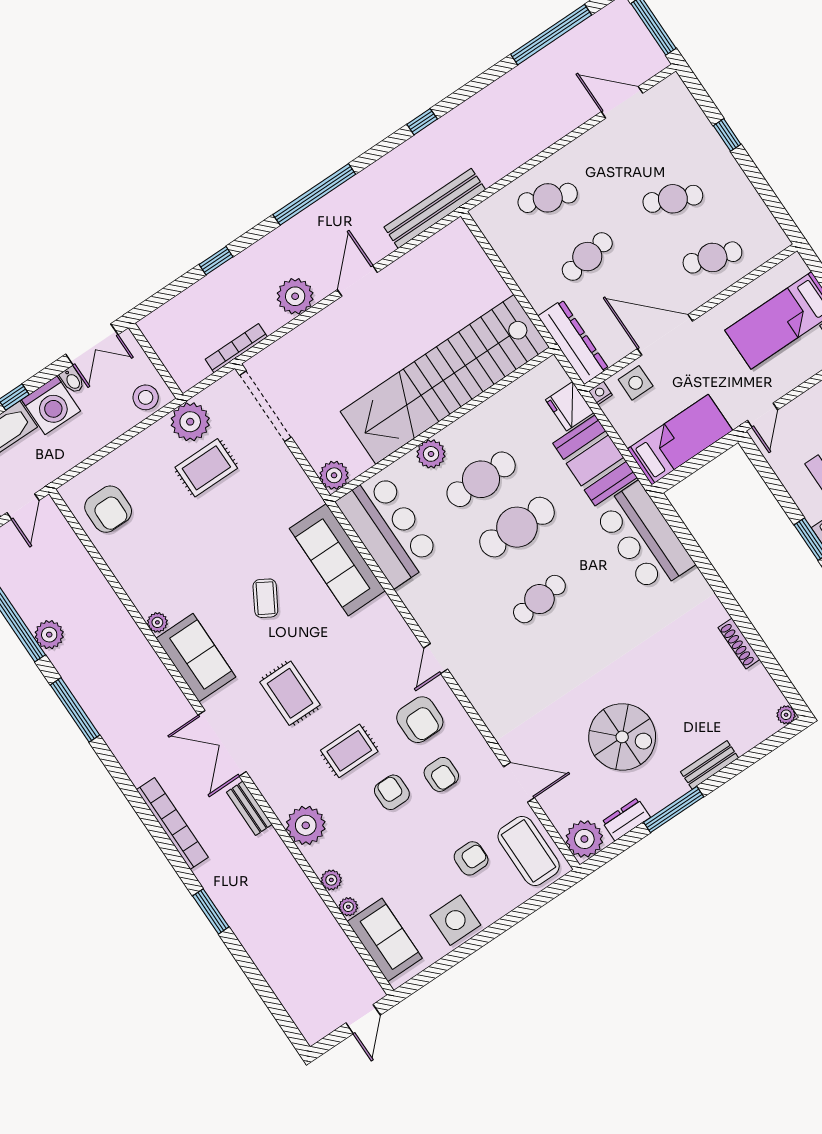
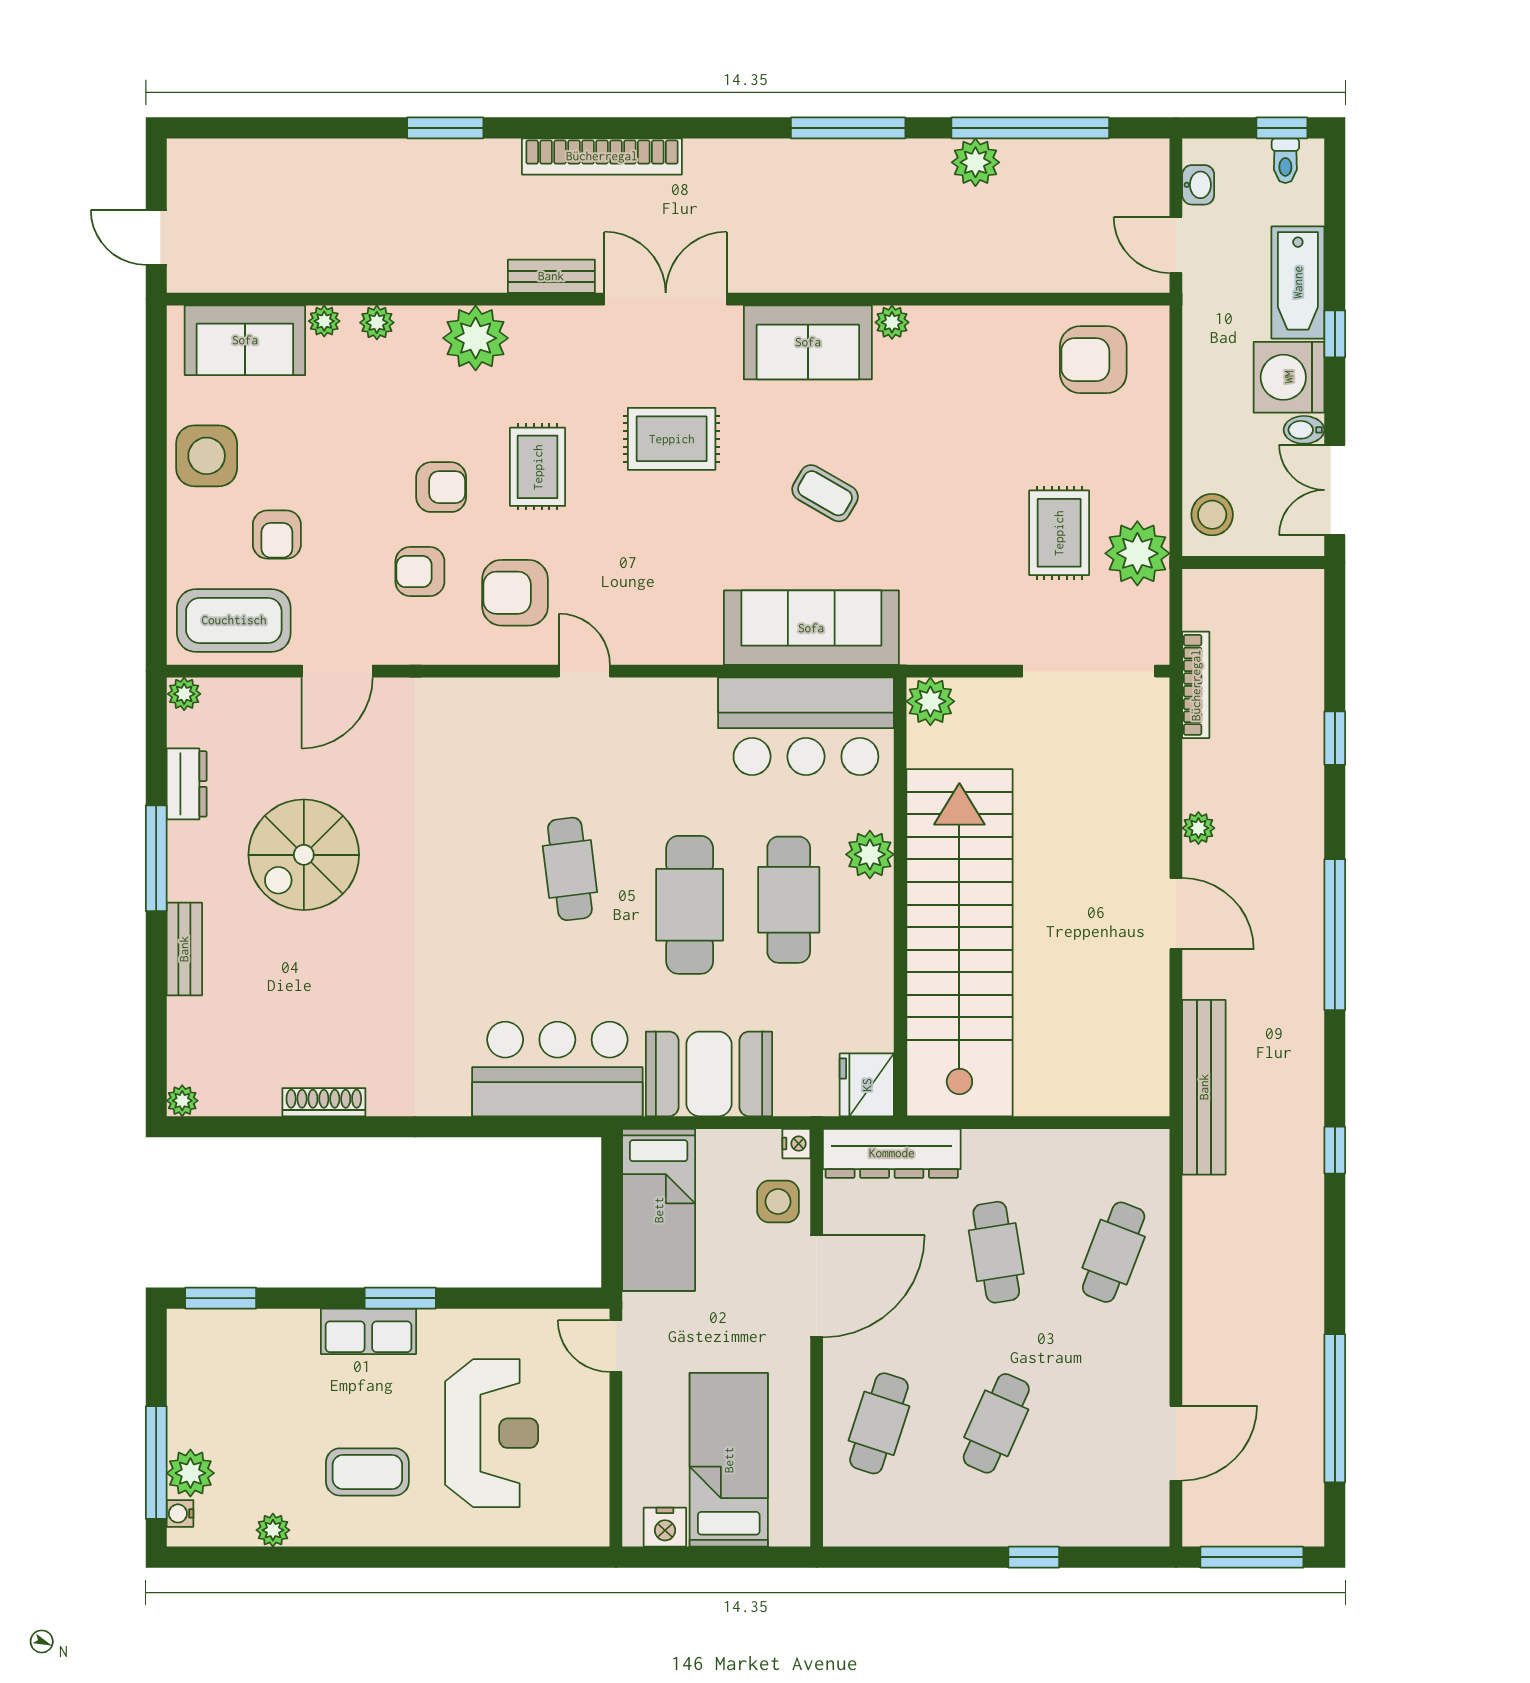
plant: (295, 296) -> (1198, 828), width x0.53, depth x0.53
fridge: (570, 406) -> (867, 1085), moved, turned -90
plant: (584, 839) -> (184, 694), width x0.53, depth x0.53

